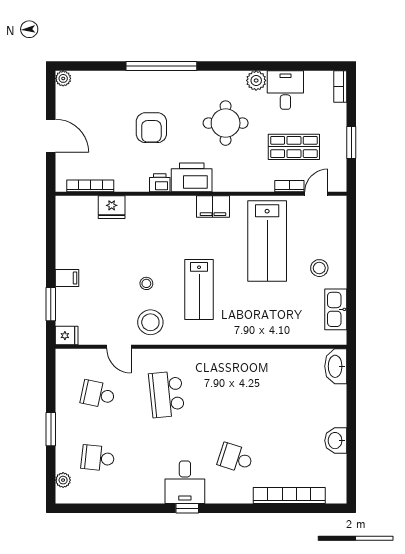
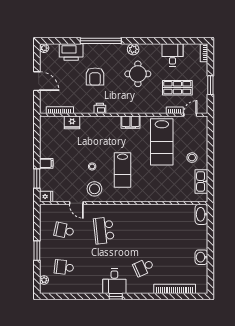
plant: (256, 80) -> (133, 49), moved
printer: (192, 177) -> (71, 52), moved, turned 180
school desk: (235, 458) -> (144, 267), turned -42

